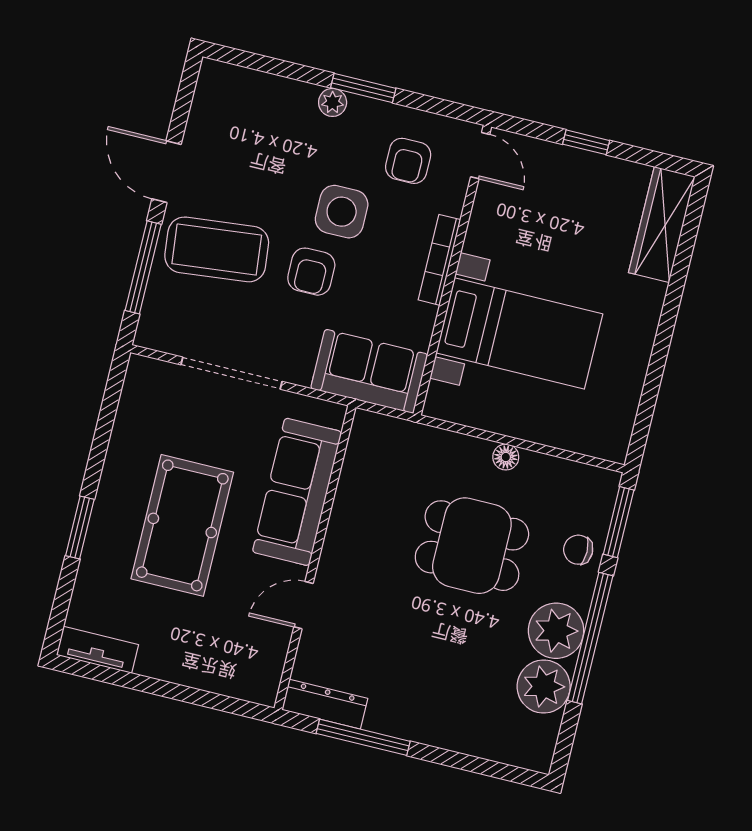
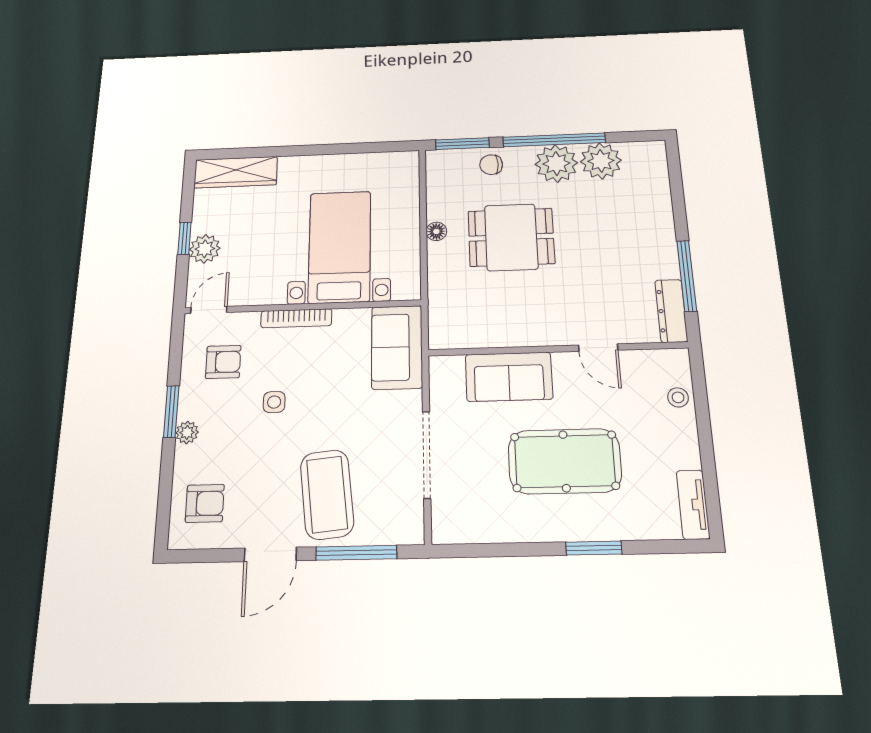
plant: (564, 165) -> (205, 249), added
side table: (342, 212) -> (274, 402), width x0.54, depth x0.54
armchair: (311, 272) -> (205, 503), moved
sofa: (297, 492) -> (509, 377), width x0.73
dining table: (472, 546) -> (511, 237), turned 90
chair: (578, 550) -> (491, 165), turned 90
stool: (220, 676) -> (678, 397), added

